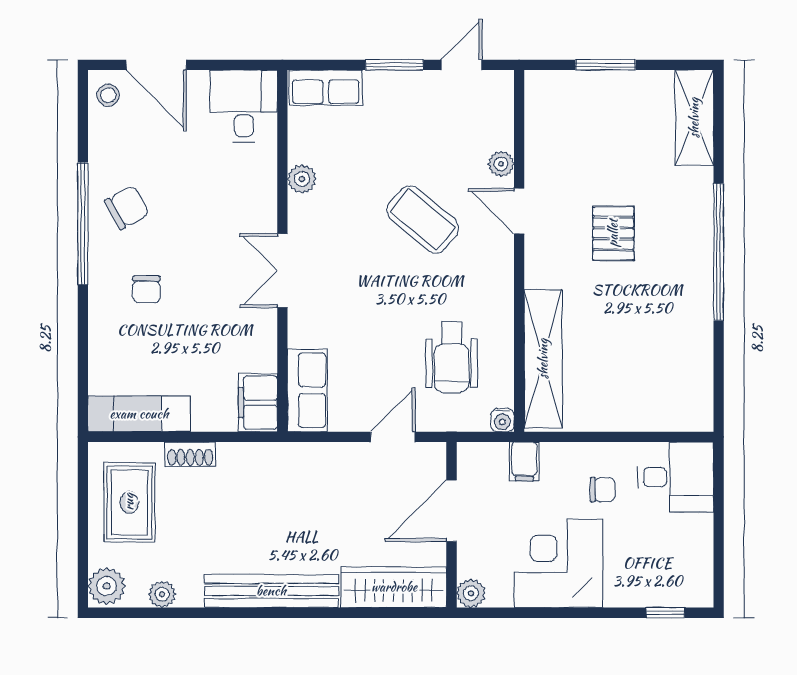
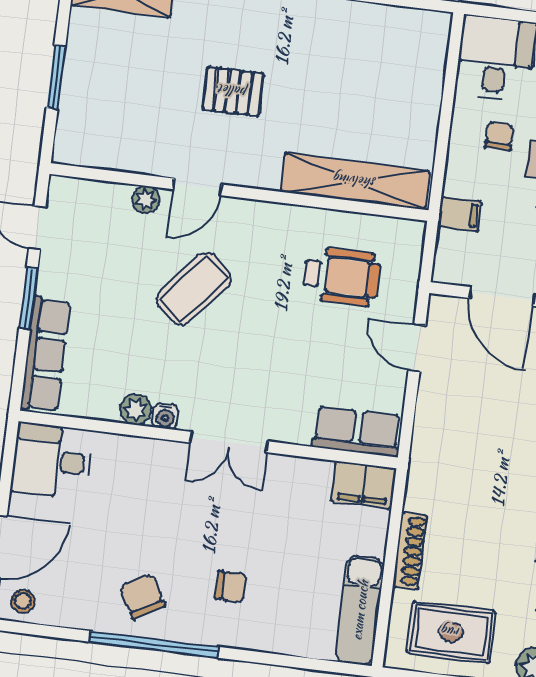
row of seats: (326, 87) -> (45, 354), width x1.48
water cooler: (502, 420) -> (165, 416), moved, turned 90
shoe rack: (190, 454) -> (410, 551), width x1.43

